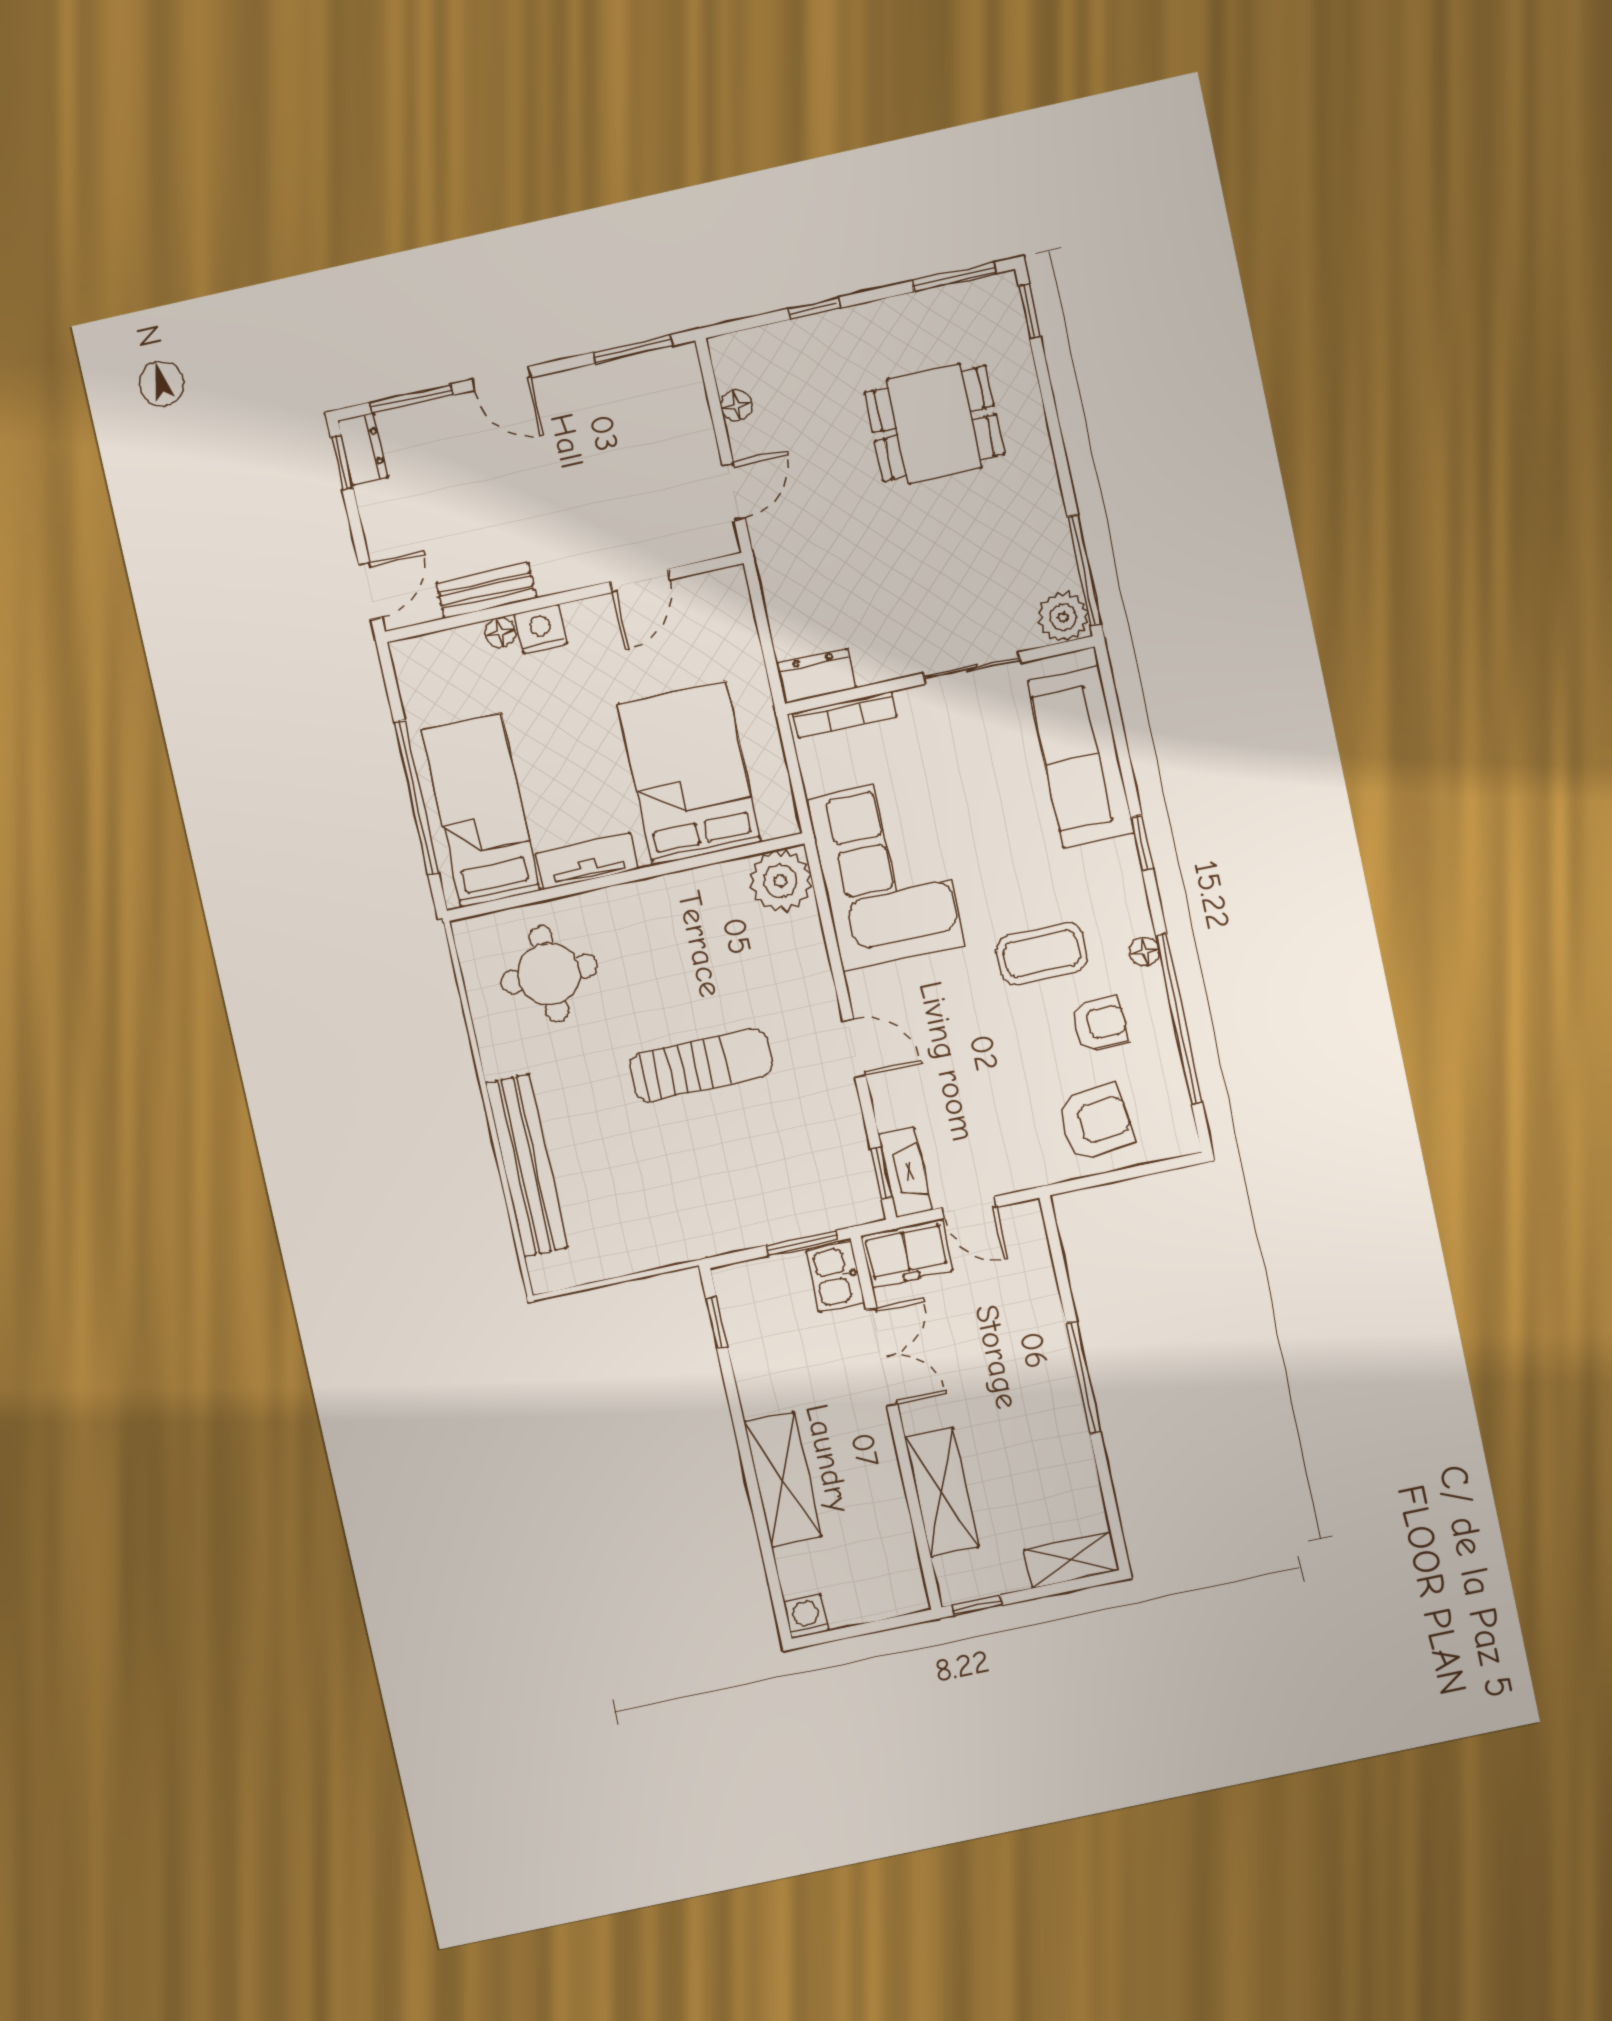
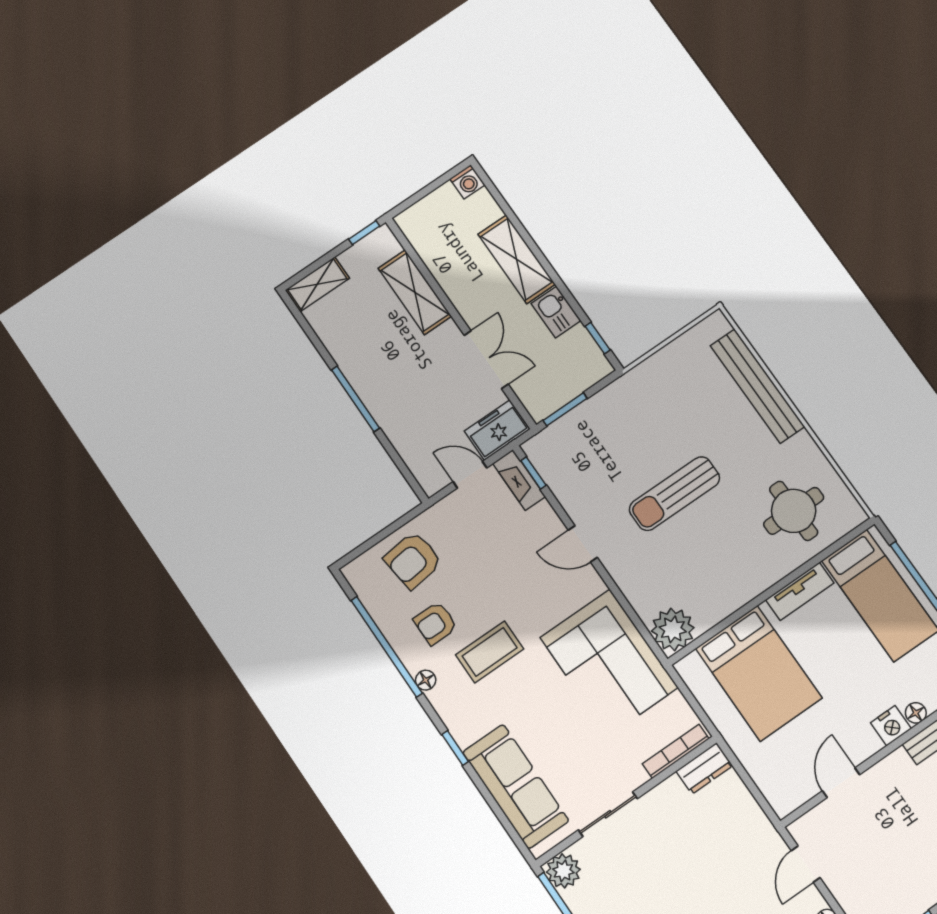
kitchen sink: (835, 1277) -> (556, 312), moved, turned 180
double door: (882, 1357) -> (486, 360), swing flipped

